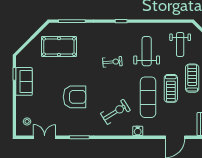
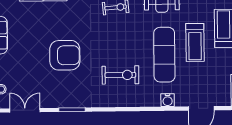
exercise bike: (115, 112) -> (120, 75), turned 32
water cooler: (138, 131) -> (168, 100), moved

